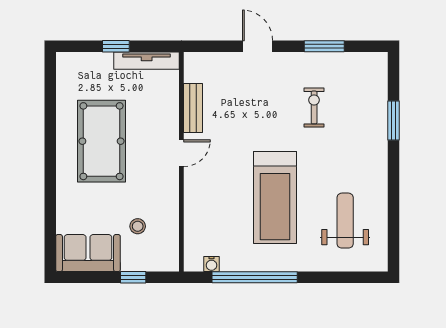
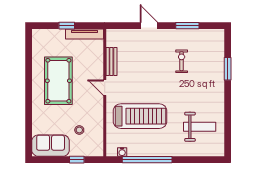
door: (181, 153) -> (105, 88), swing flipped
treadmill: (275, 197) -> (140, 116), moved, turned -90
weight bench: (345, 221) -> (200, 127), turned 90

